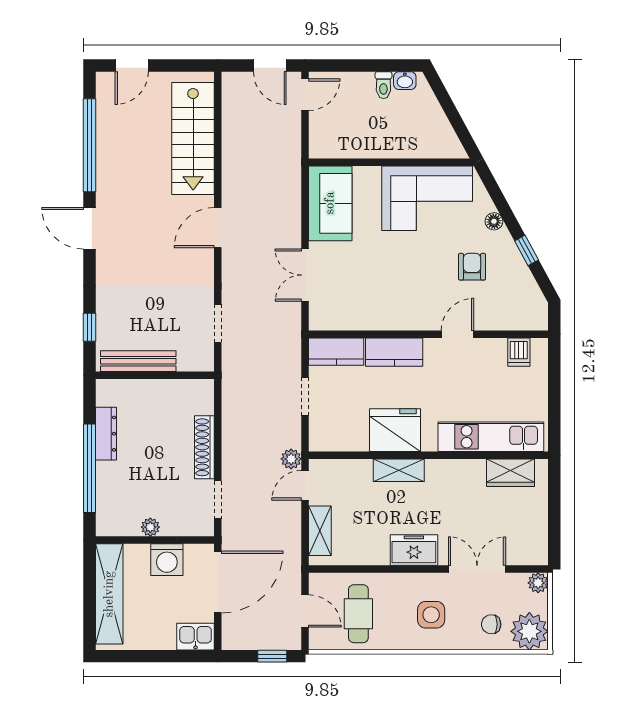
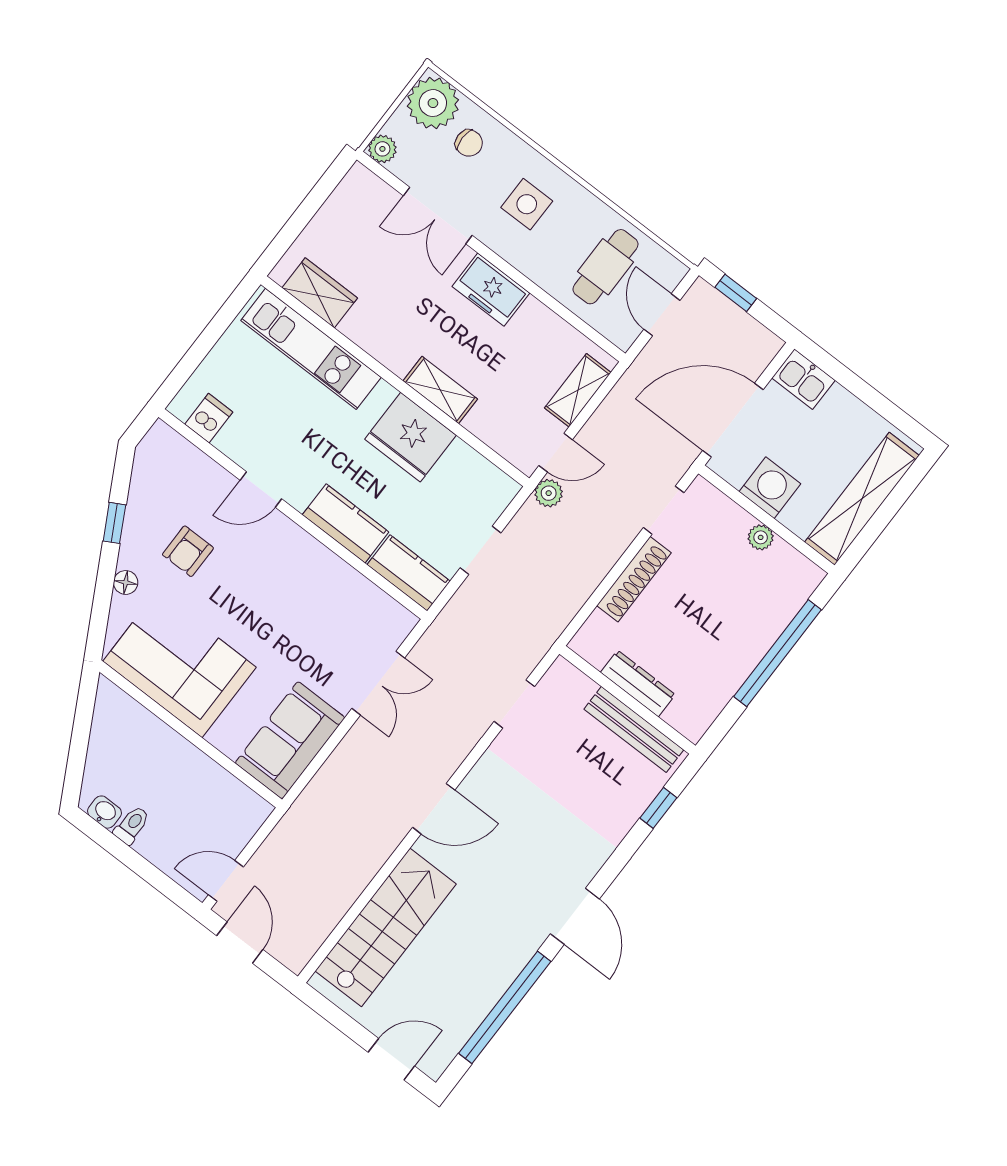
dresser: (106, 434) -> (638, 684), moved, turned 90

